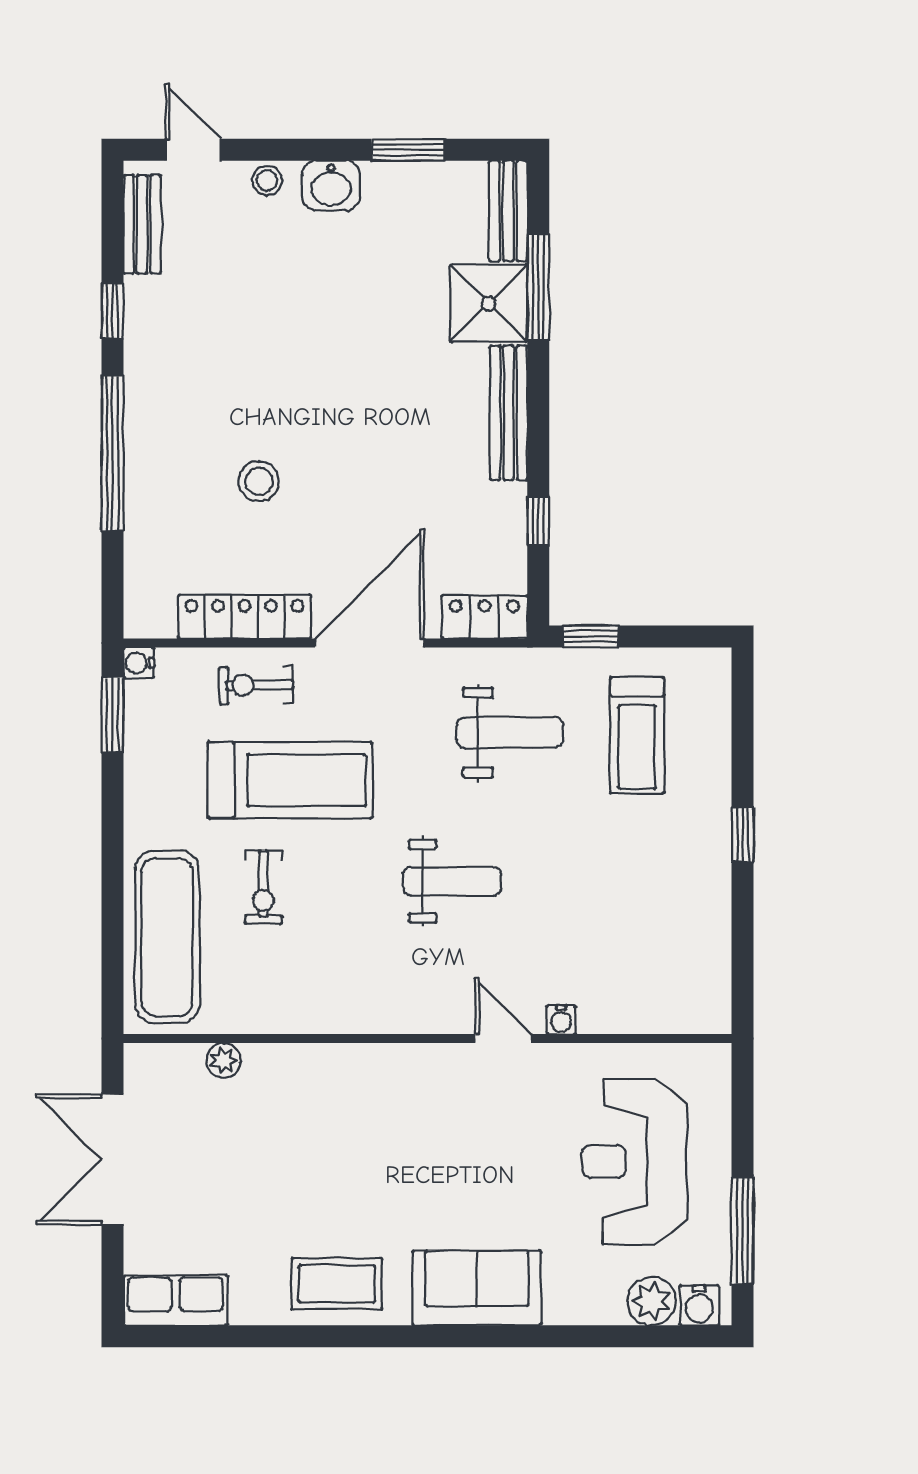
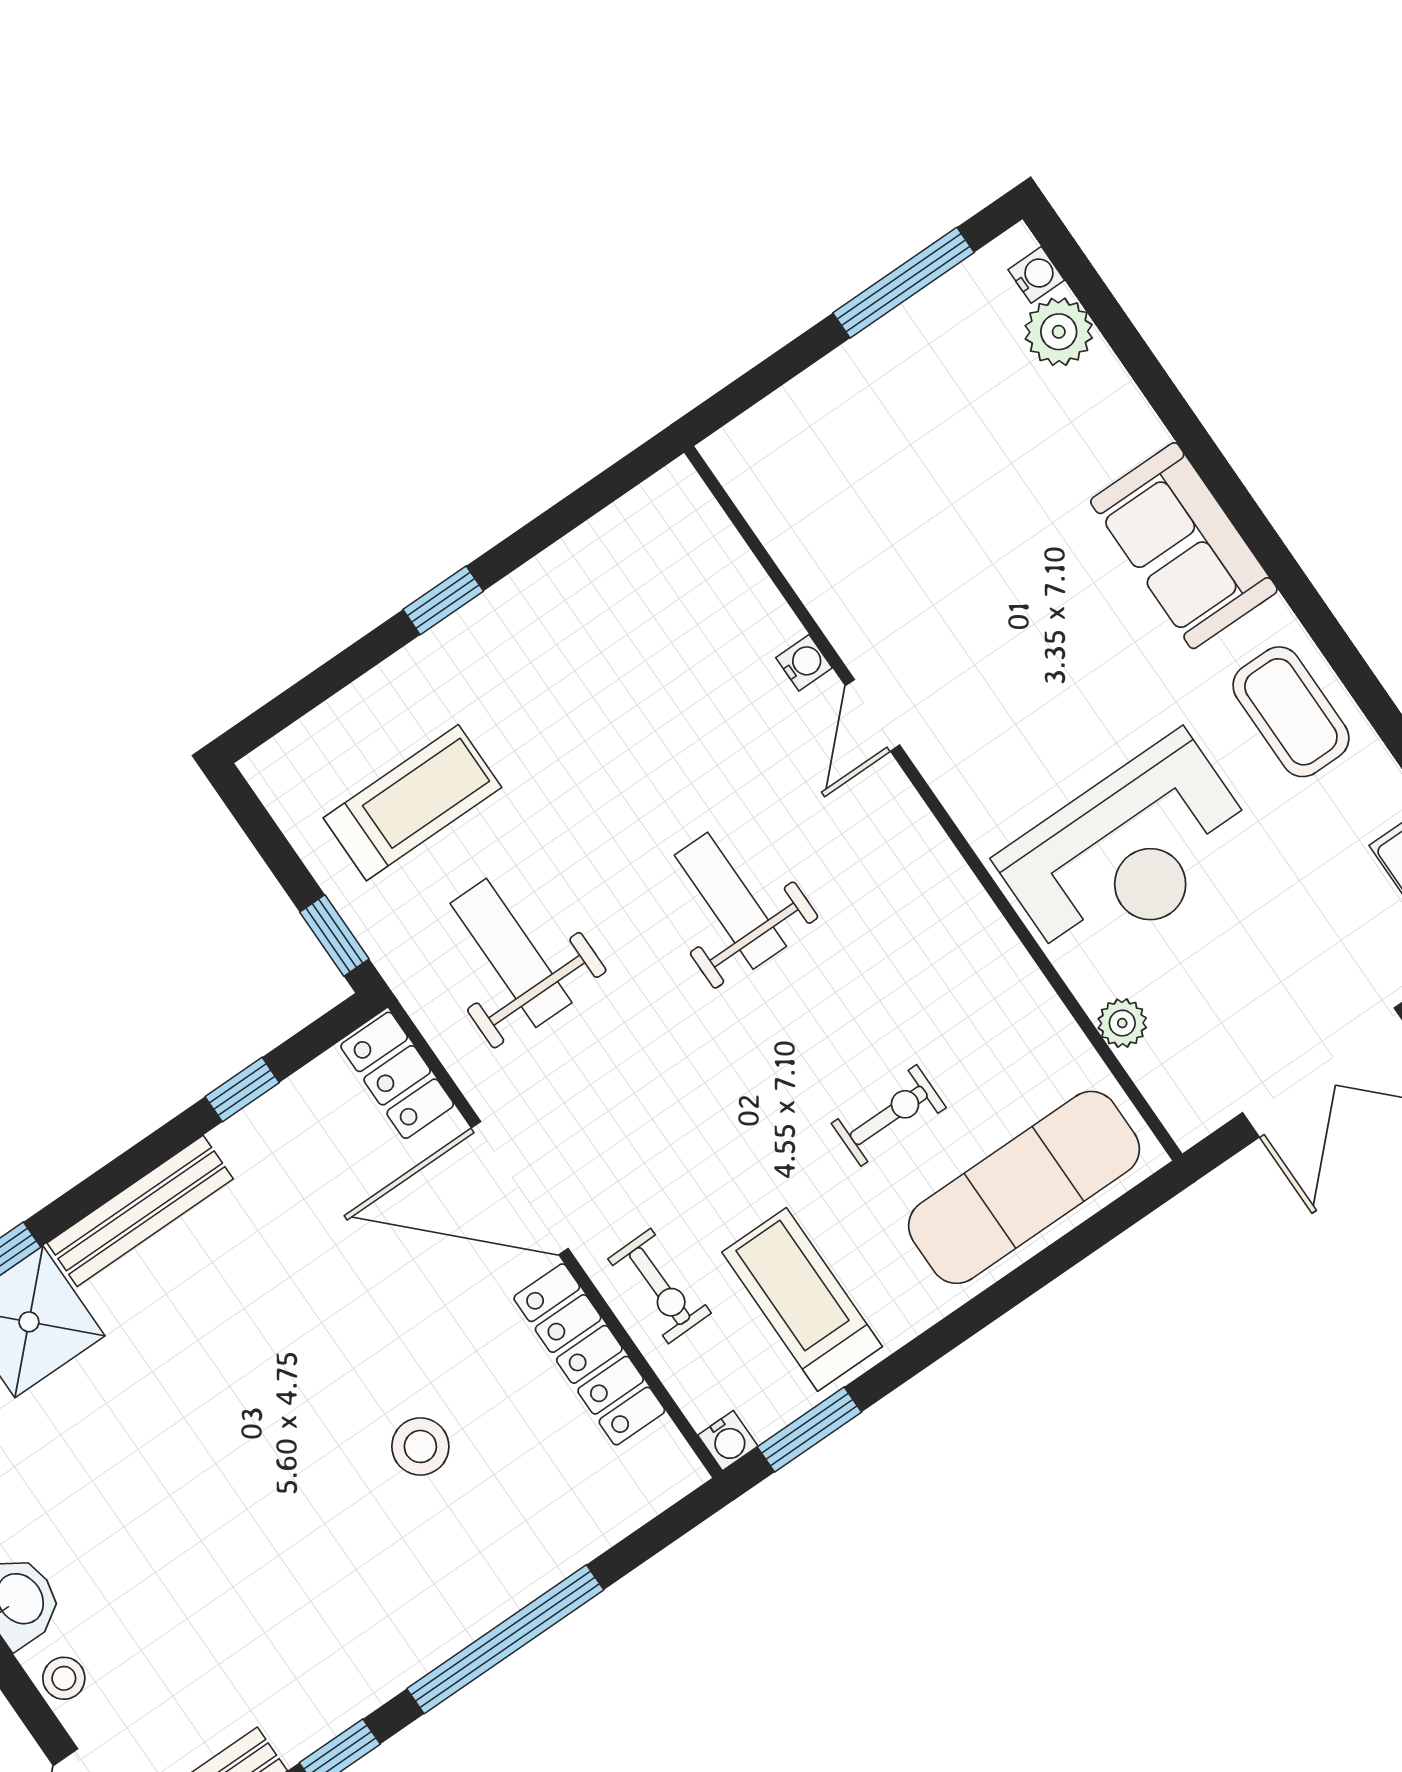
treadmill: (290, 780) -> (802, 1299), moved, width x0.73, depth x0.73
reception desk: (634, 1161) -> (1128, 852), moved
water cooler: (699, 1305) -> (1036, 275), width x0.72, depth x0.72

